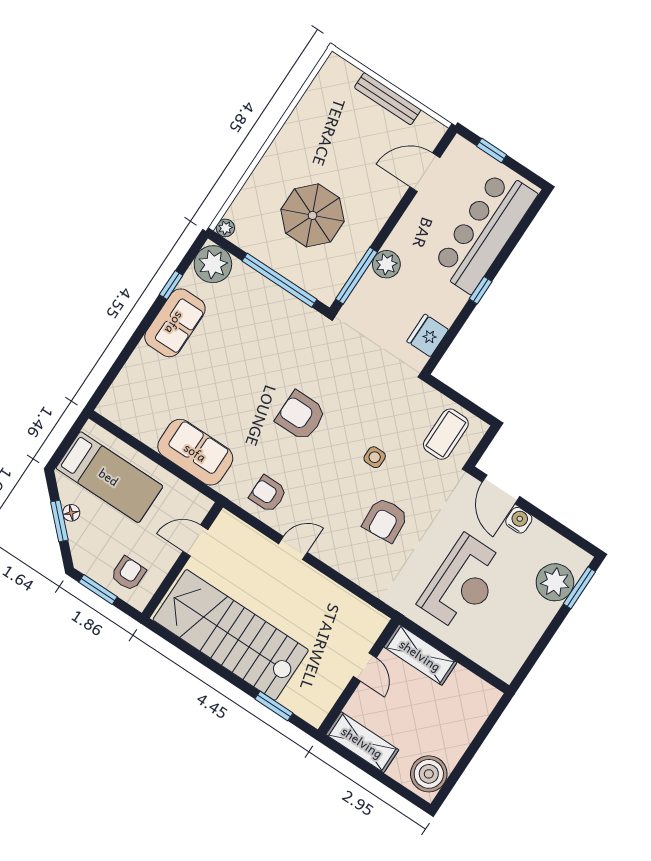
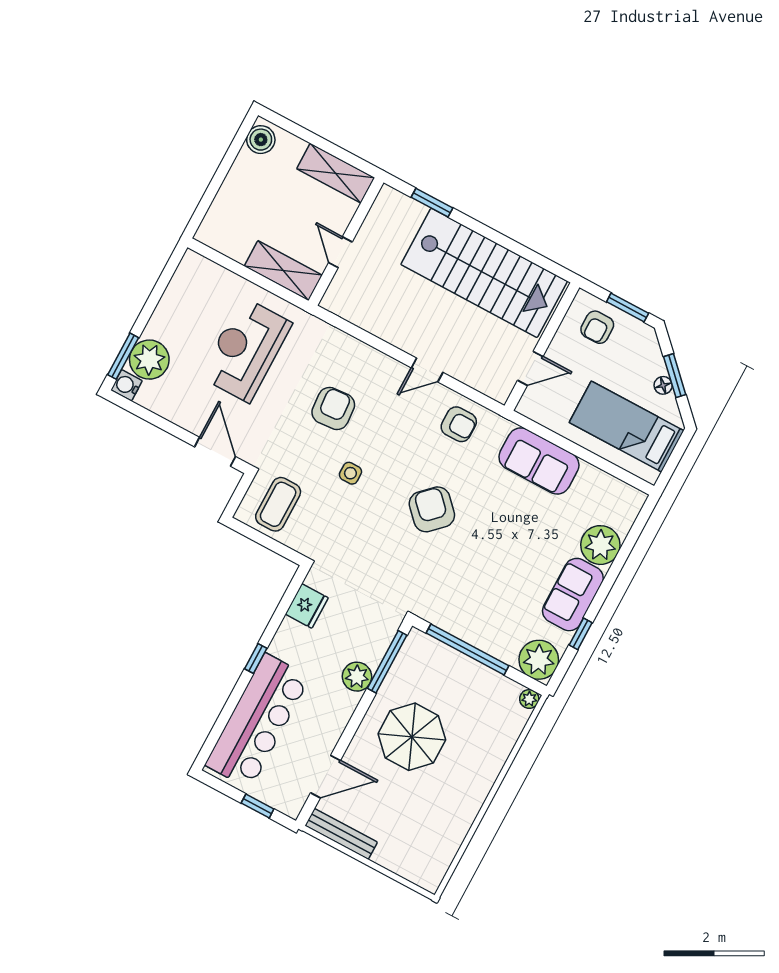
bench: (388, 99) -> (341, 834), moved
parasol: (312, 215) -> (412, 737), moved
plant: (145, 367) -> (600, 545), added
armchair: (301, 416) -> (432, 509), turned -134
water cooler: (519, 520) -> (127, 385), moved, turned 90
boiler: (429, 774) -> (261, 140), width x0.73, depth x0.73

